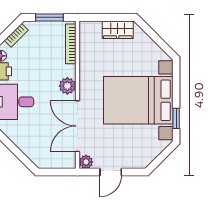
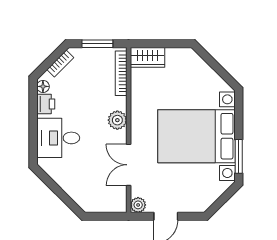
wardrobe: (118, 30) -> (148, 57), moved
window: (176, 118) -> (239, 156), width x1.50
double door: (77, 126) -> (129, 165), width x0.73

